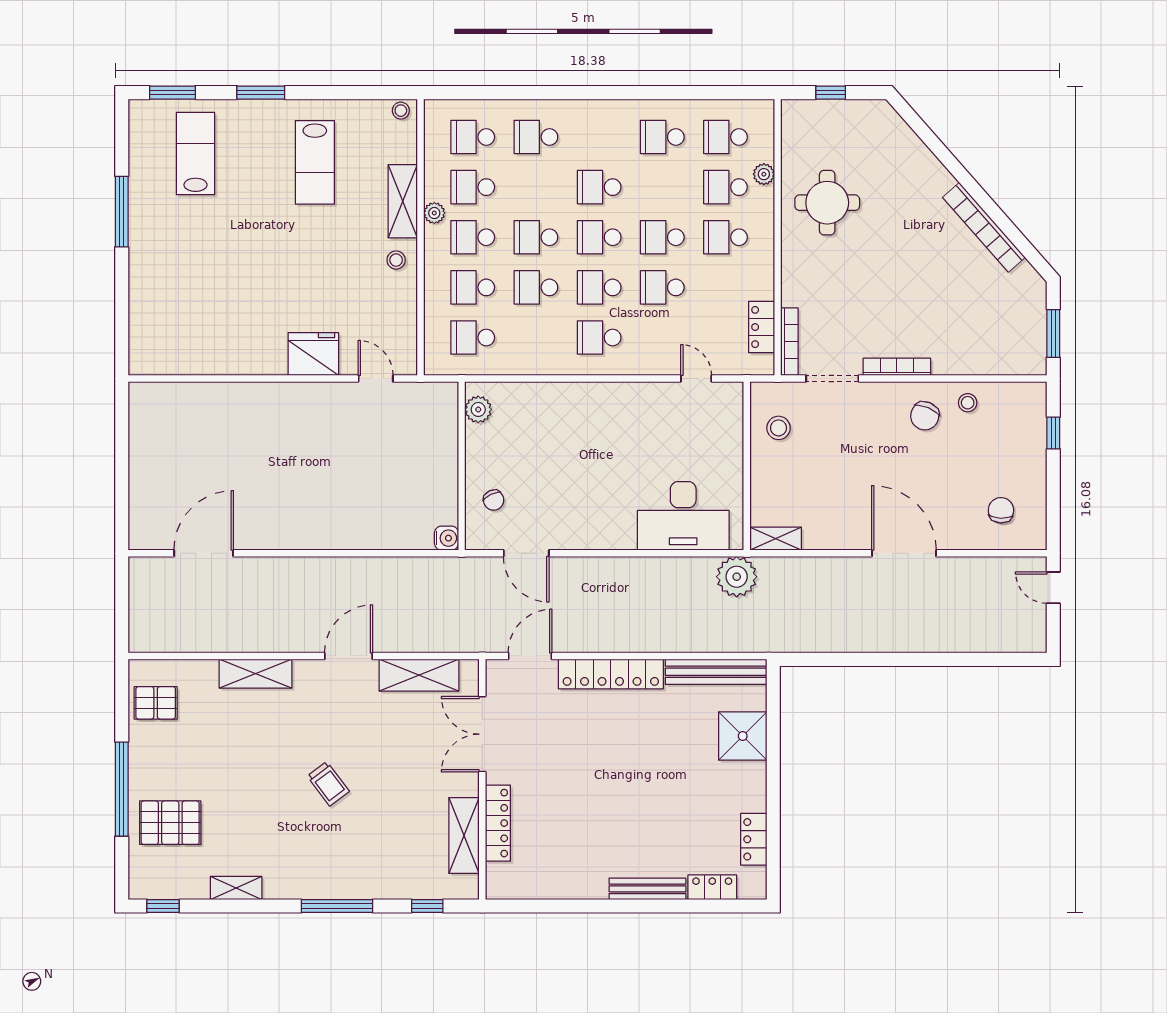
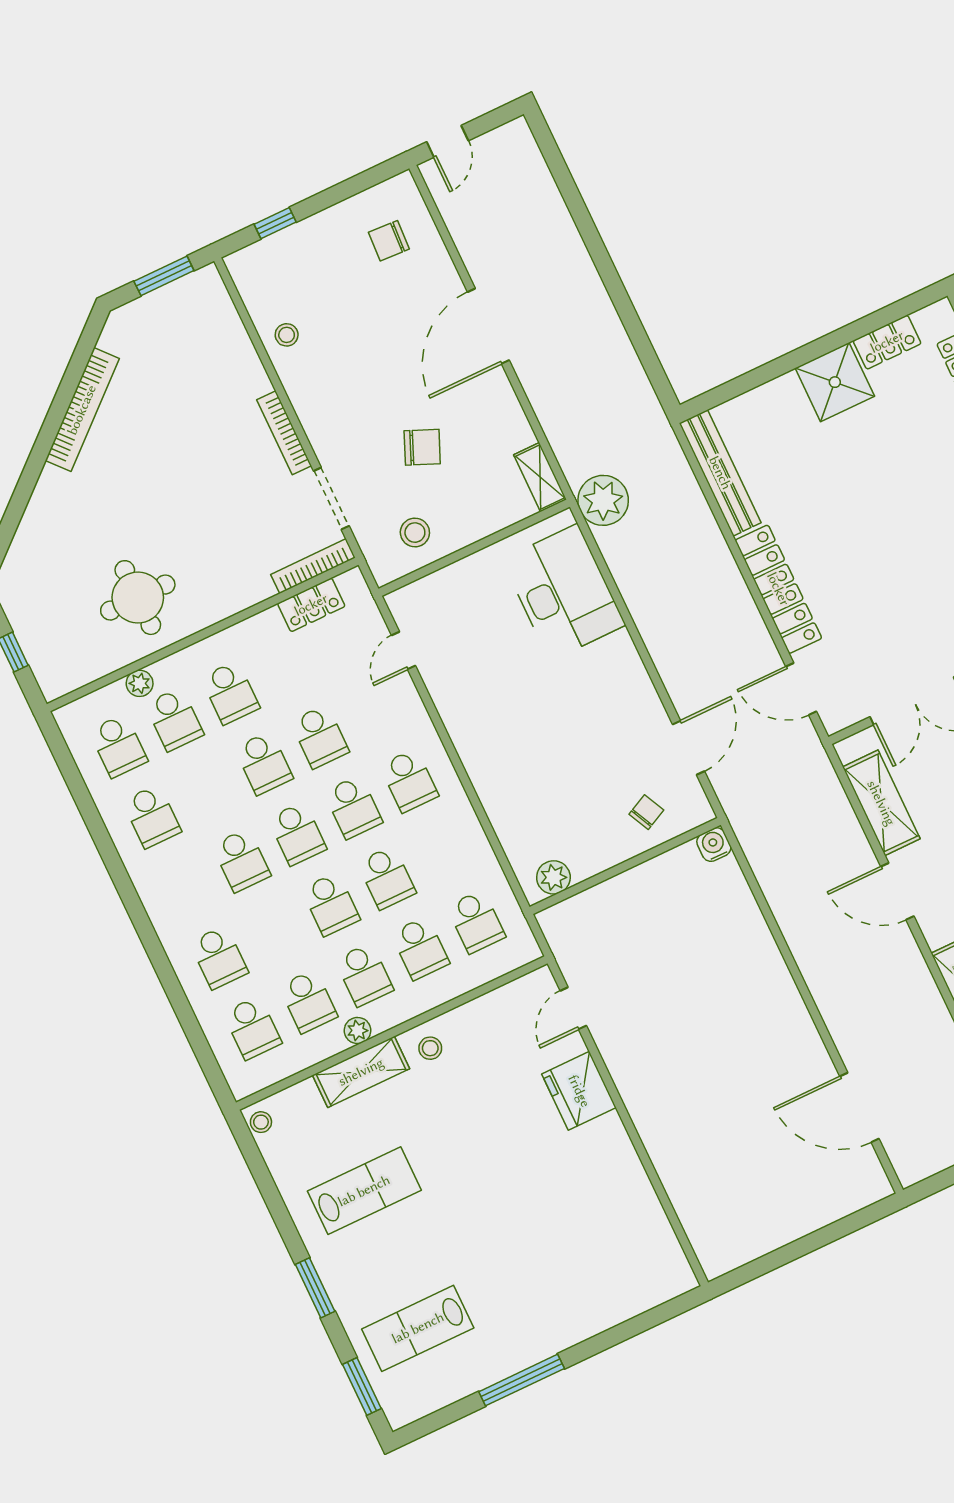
chair: (925, 416) -> (422, 447), moved
shower: (743, 736) -> (835, 382), moved

